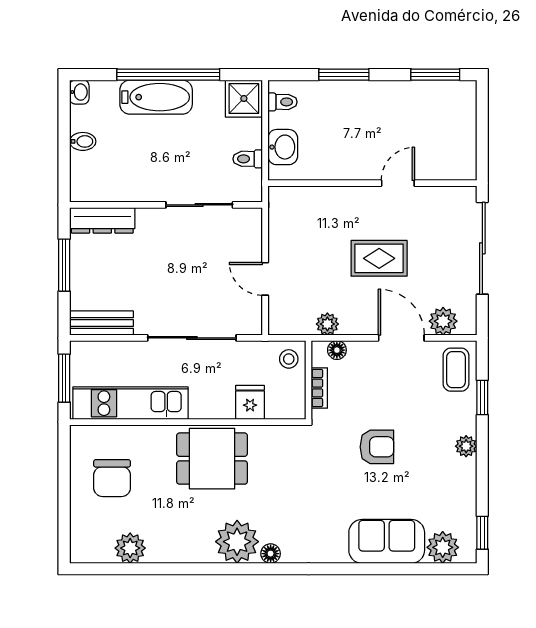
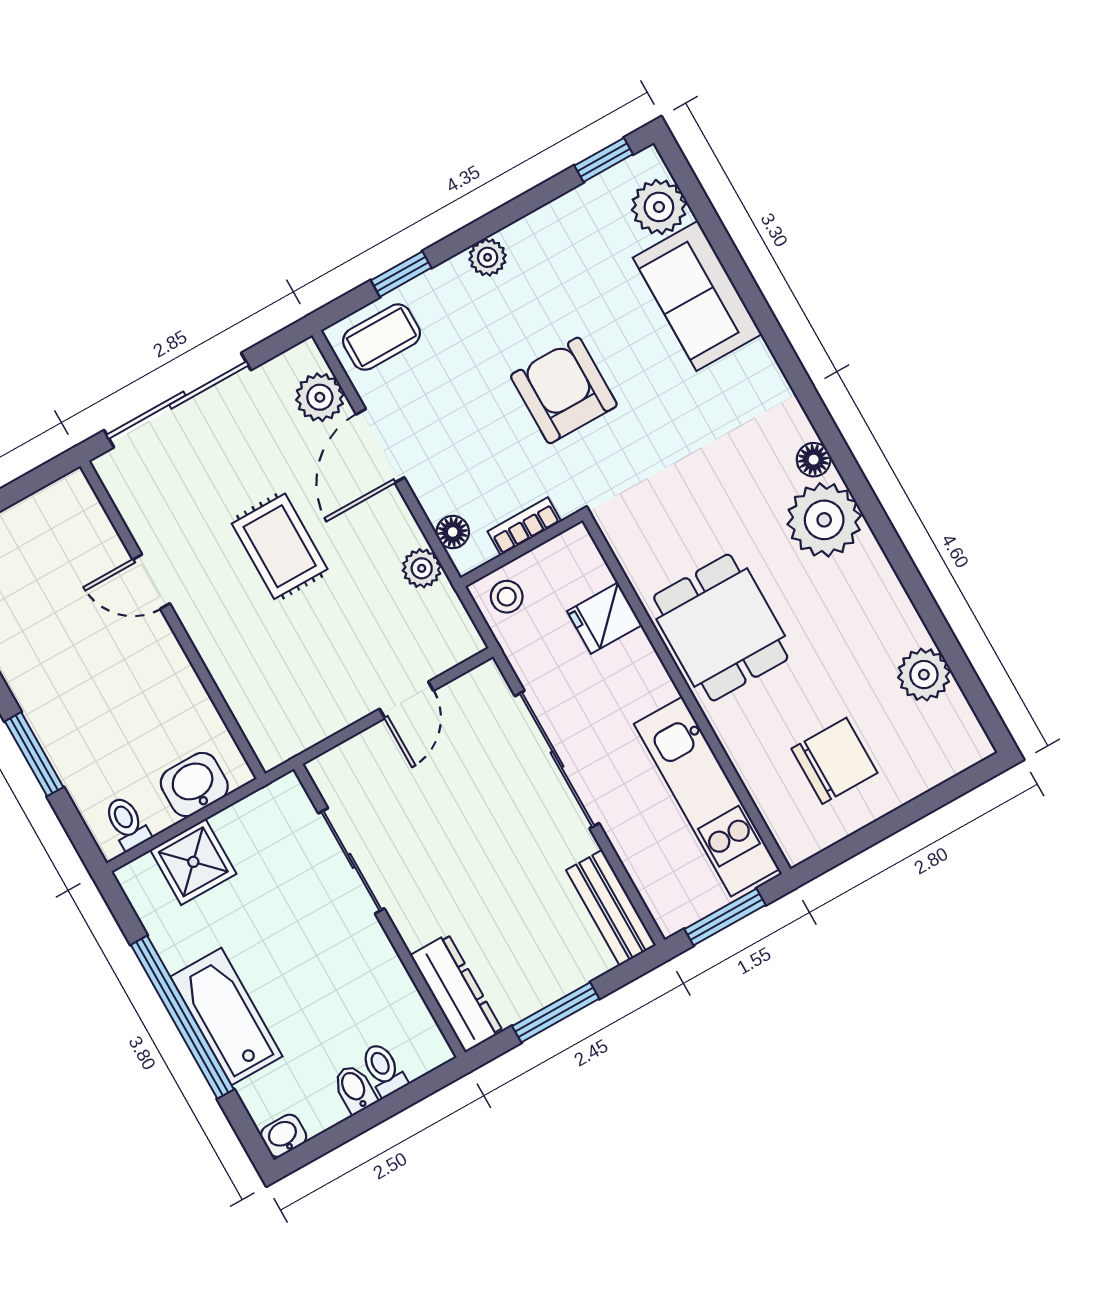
shower: (244, 99) -> (193, 862), moved
toilet: (248, 159) -> (384, 1070), moved, turned 180
armchair: (377, 447) -> (564, 390), width x1.38, depth x1.38

